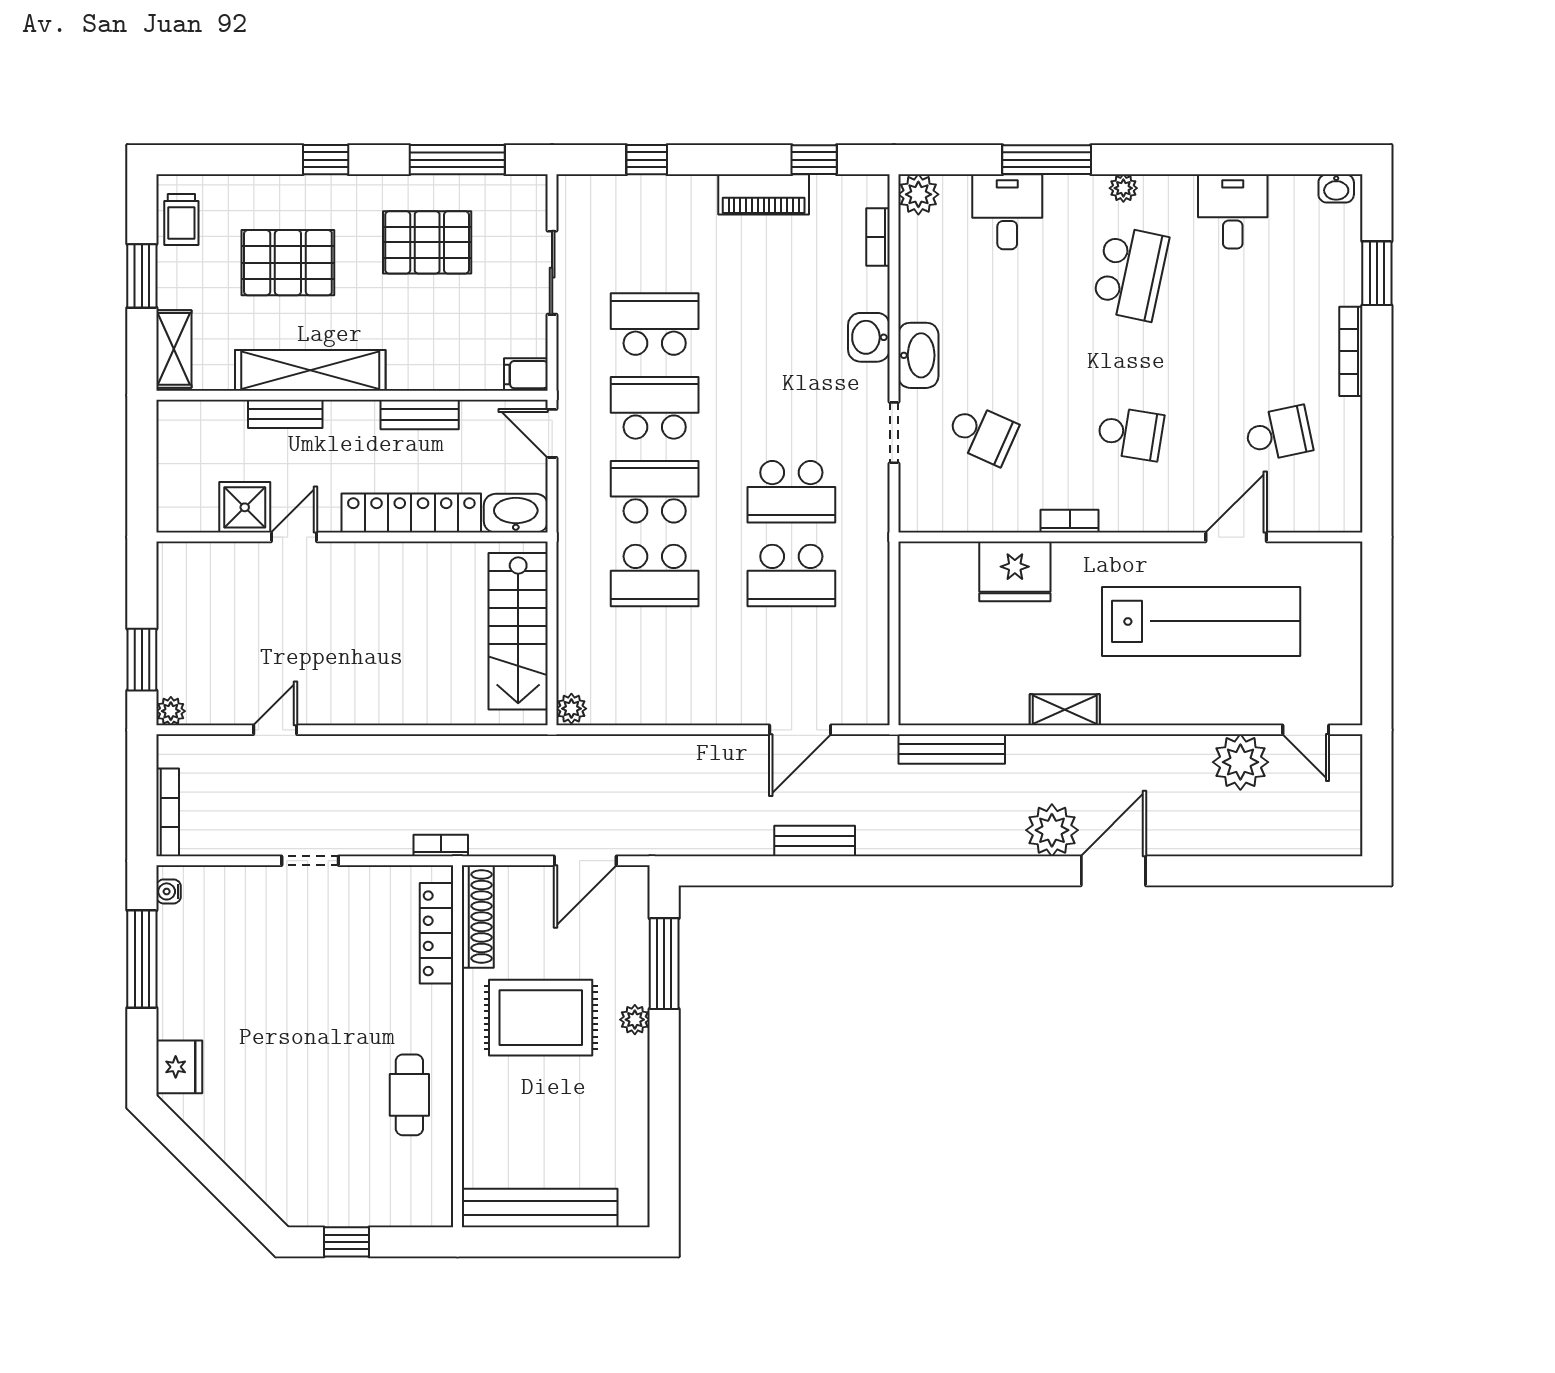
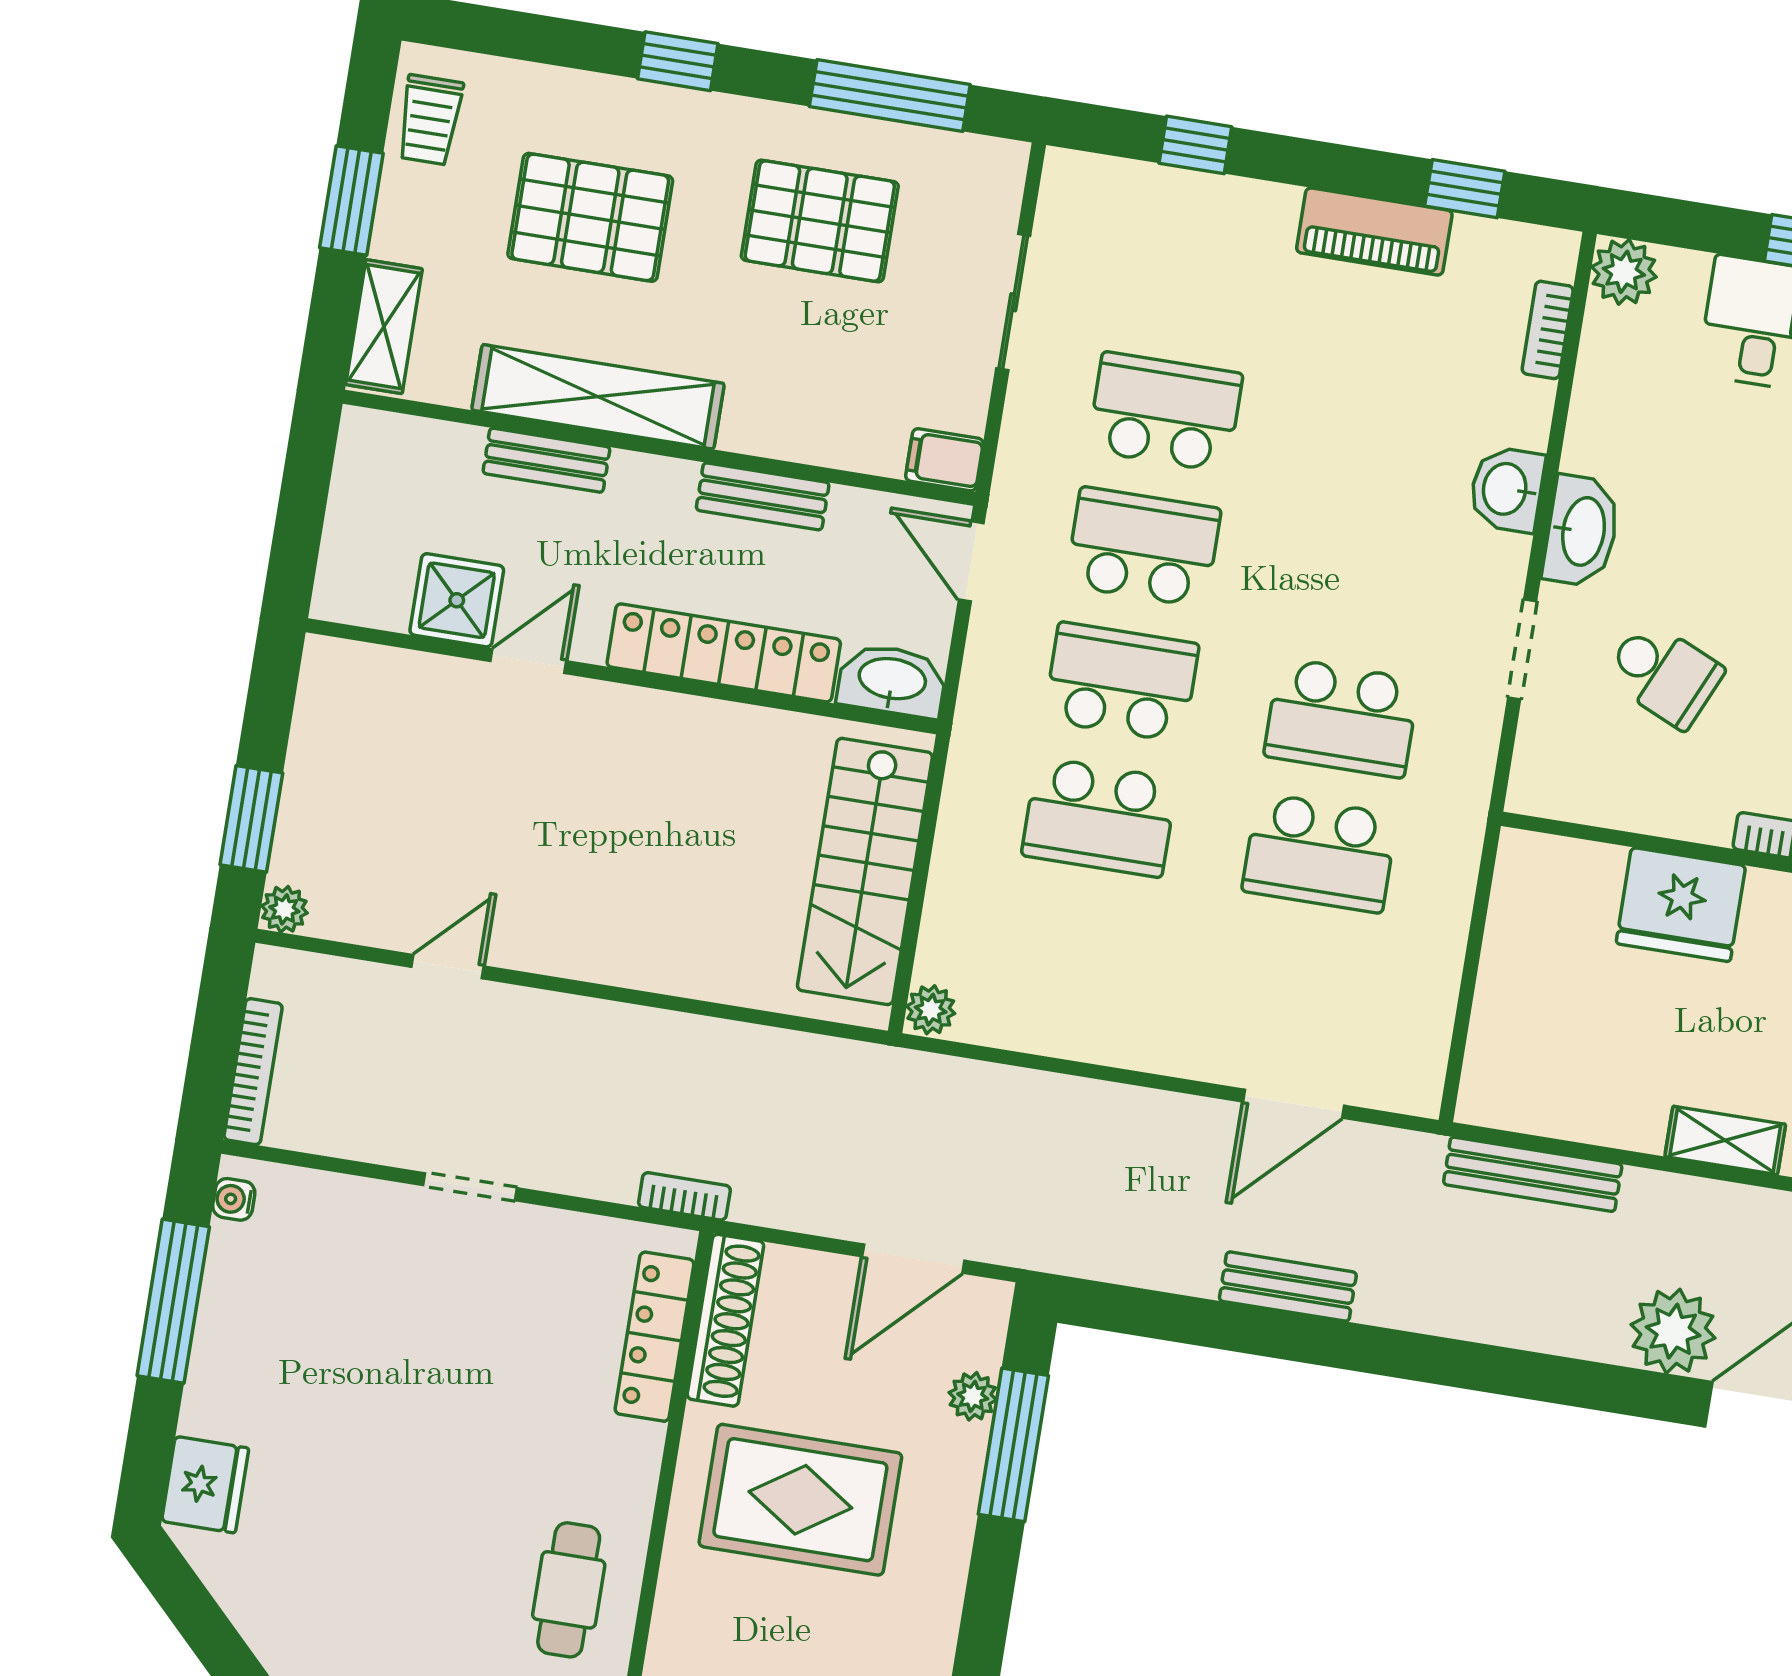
plant: (635, 1020) -> (973, 1396), moved

